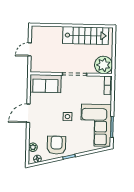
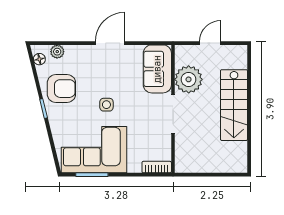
stairs: (86, 35) -> (234, 105), moved
door: (30, 49) -> (210, 43), hinge flipped
plant: (103, 65) -> (189, 79), moved
door: (28, 113) -> (110, 43), hinge flipped

